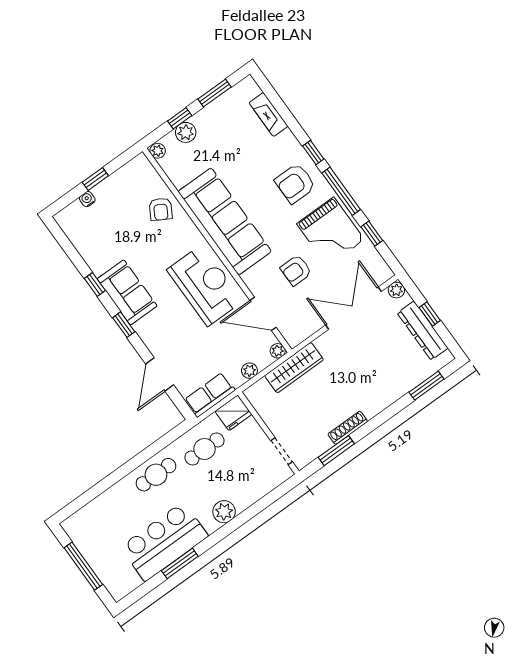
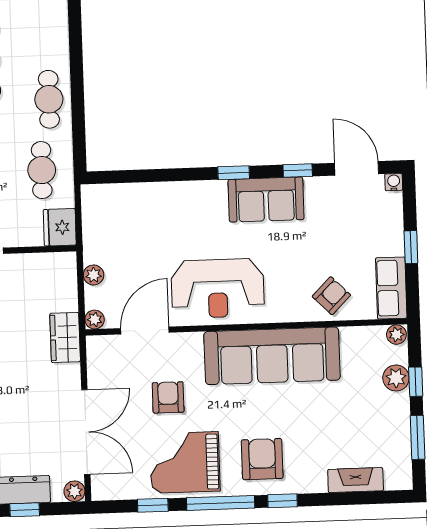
water cooler: (87, 199) -> (394, 182), moved, turned -90
armchair: (161, 209) -> (331, 296), turned 105
wardrobe: (294, 368) -> (65, 338), width x0.67
door: (160, 374) -> (357, 168), moved
row of seats: (210, 395) -> (391, 288), moved, turned 180

